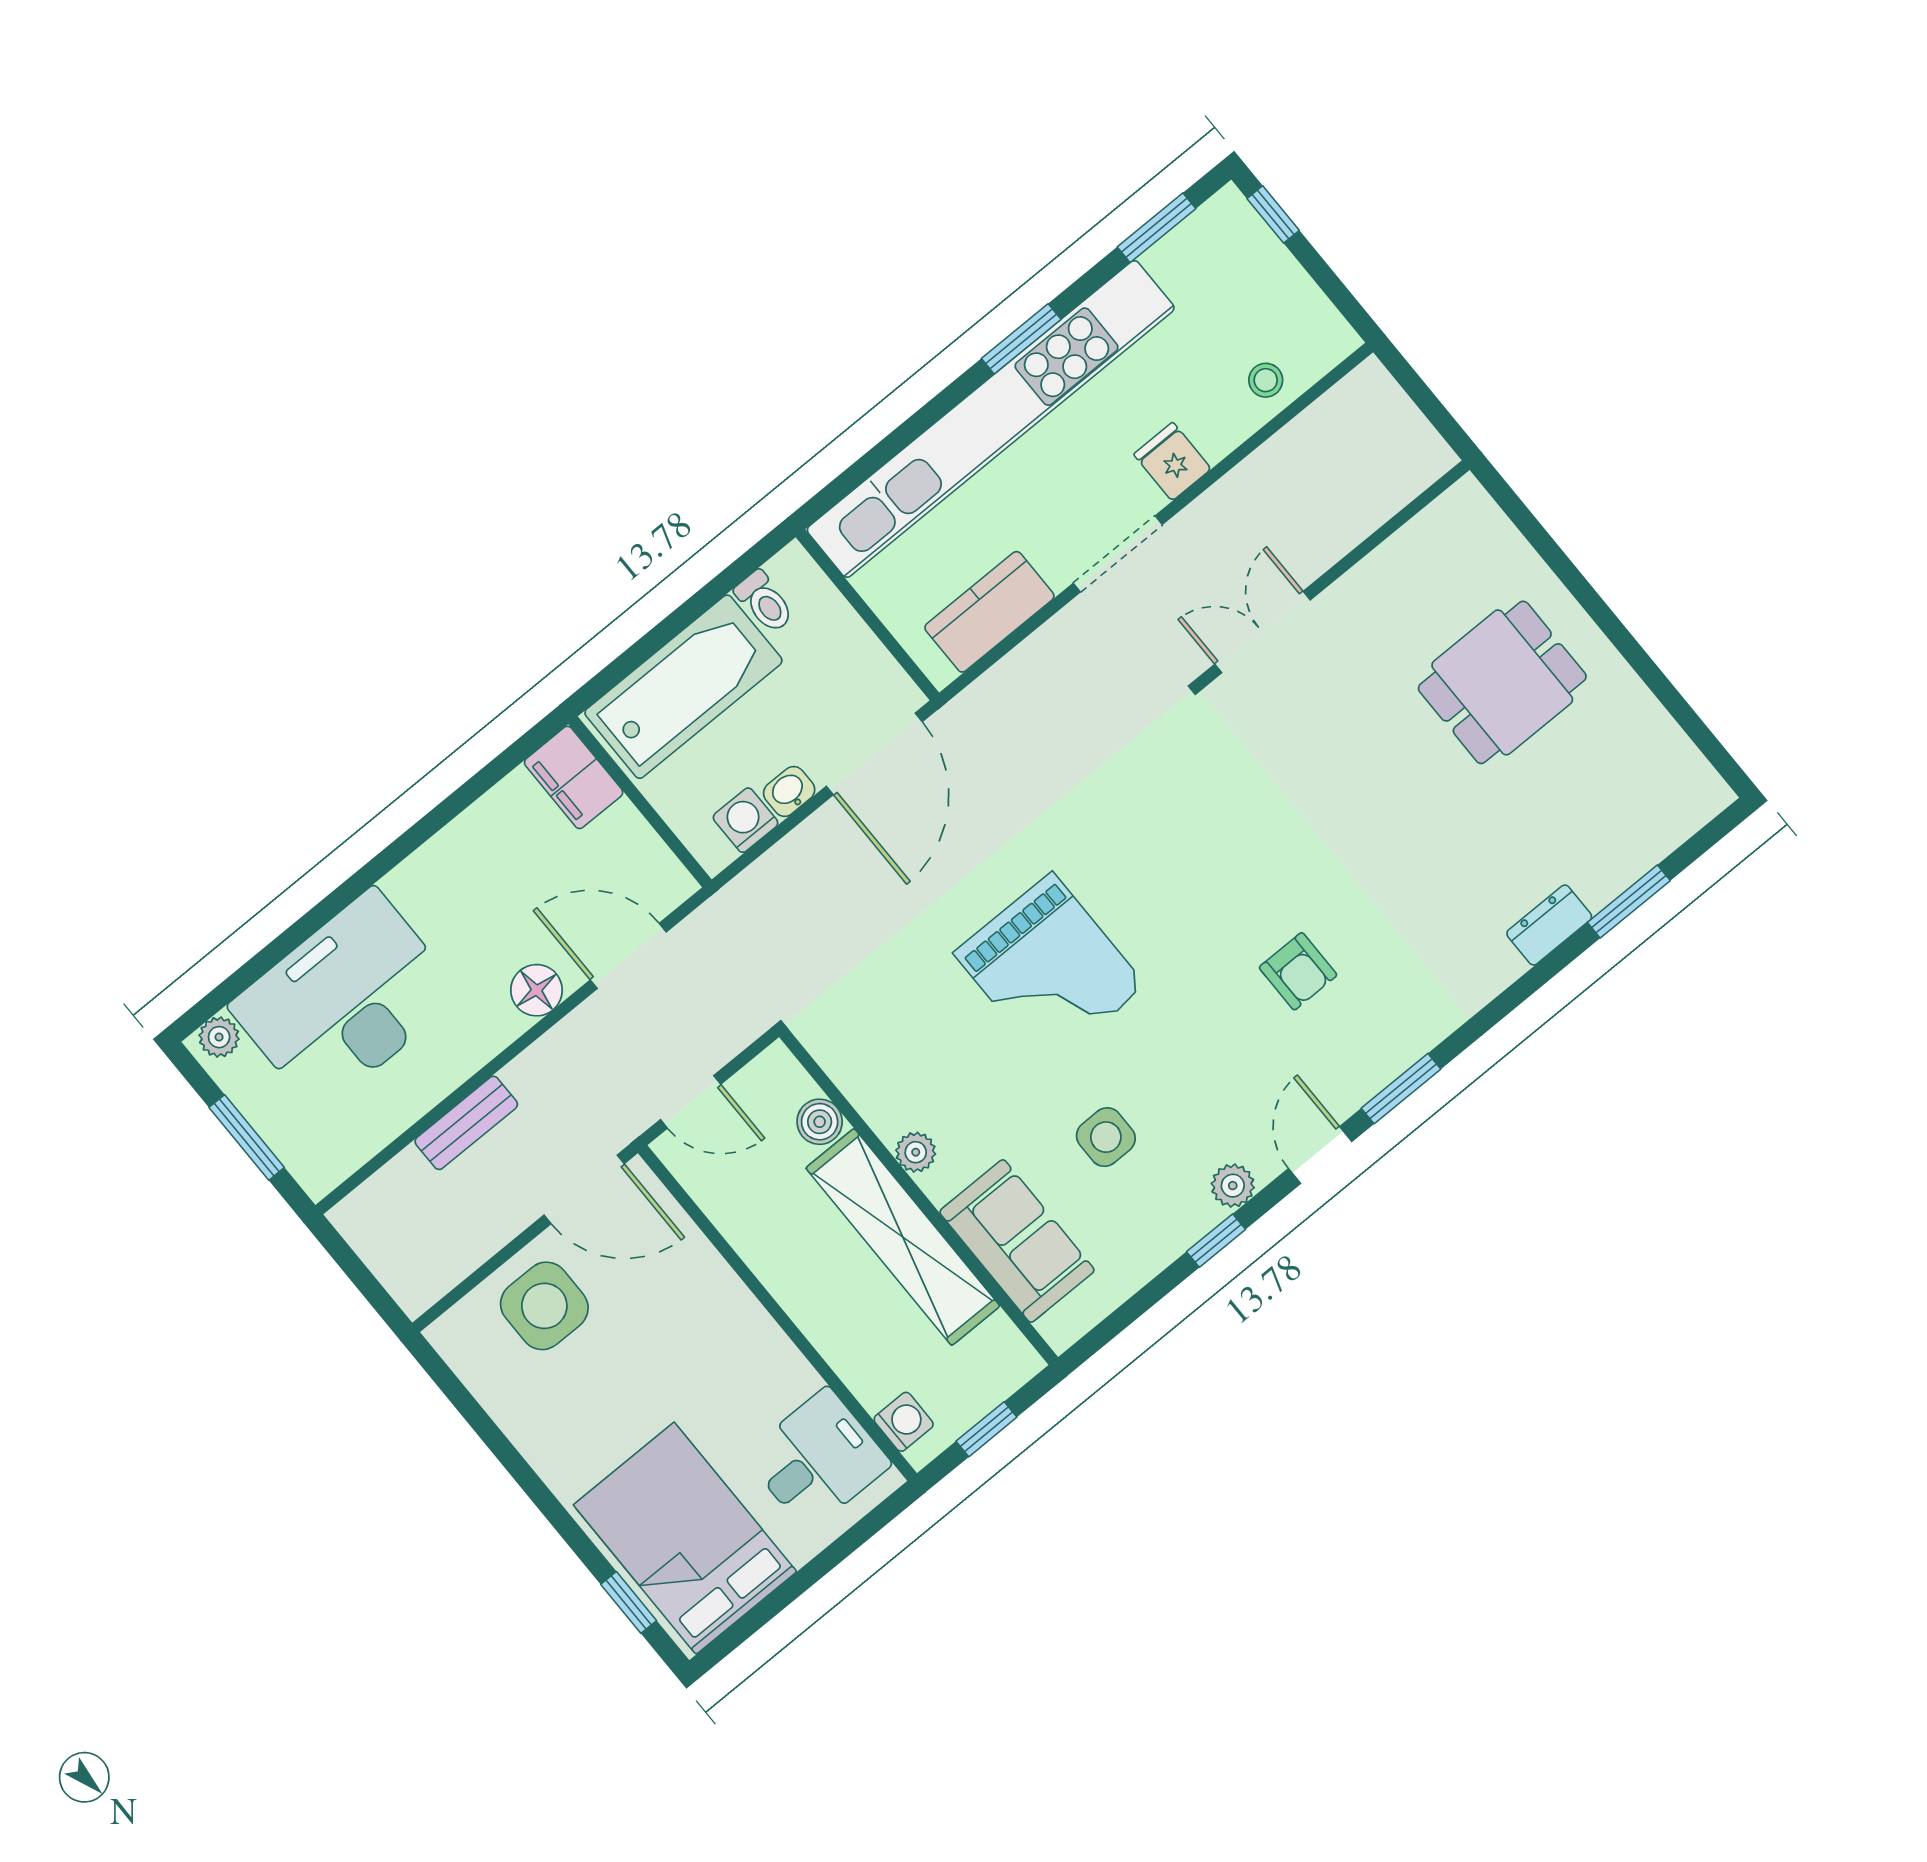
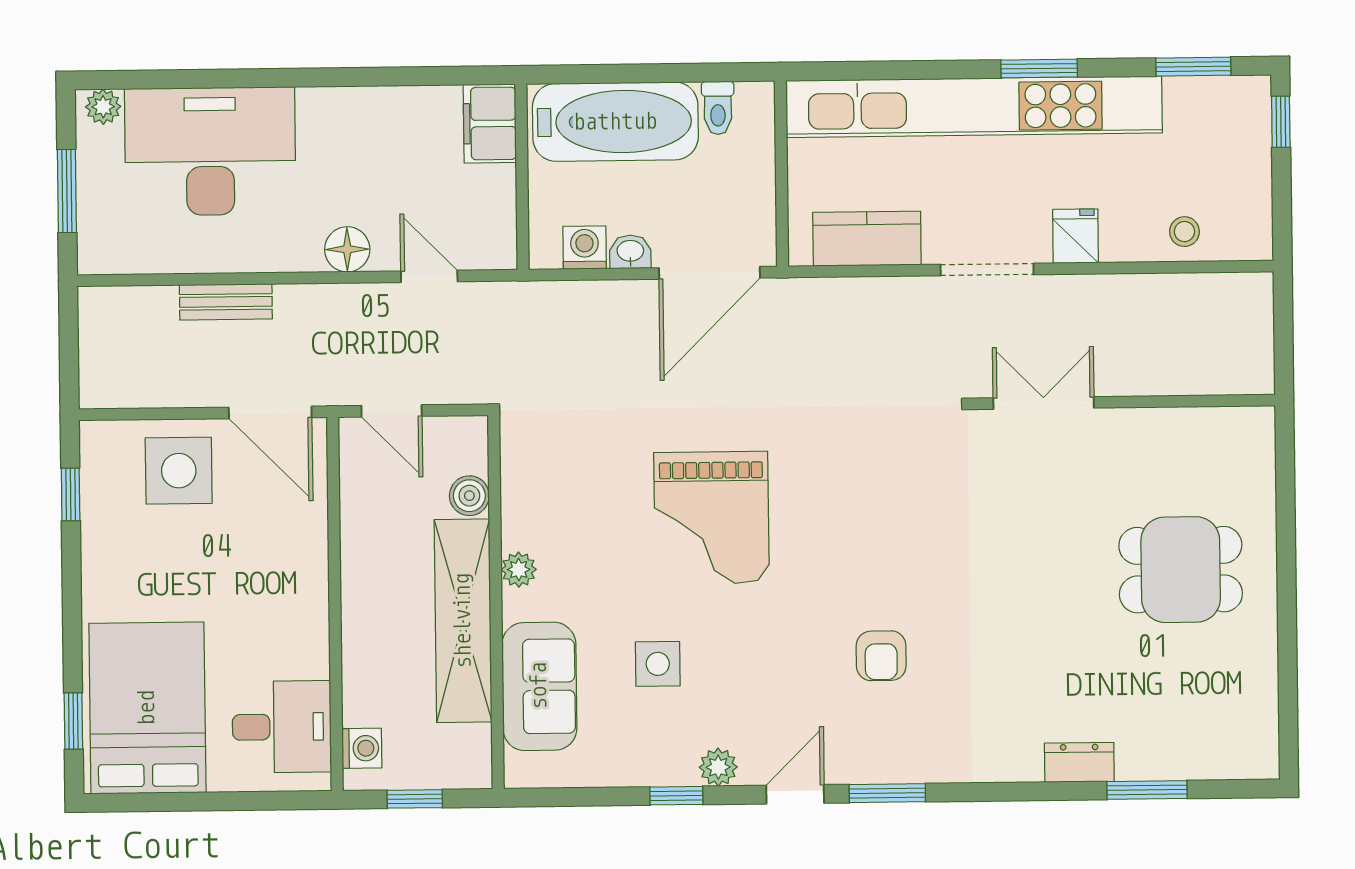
door: (628, 956) -> (429, 276), width x0.73
window: (465, 1404) -> (71, 494), added

